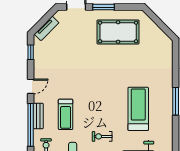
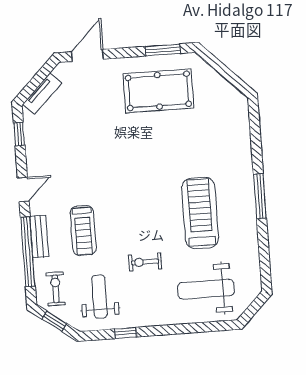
window: (103, 7) -> (163, 50), moved

